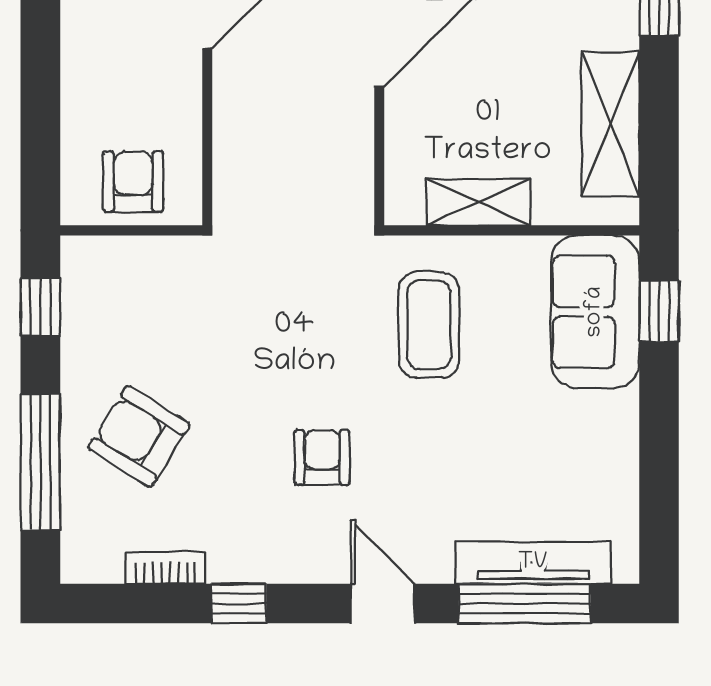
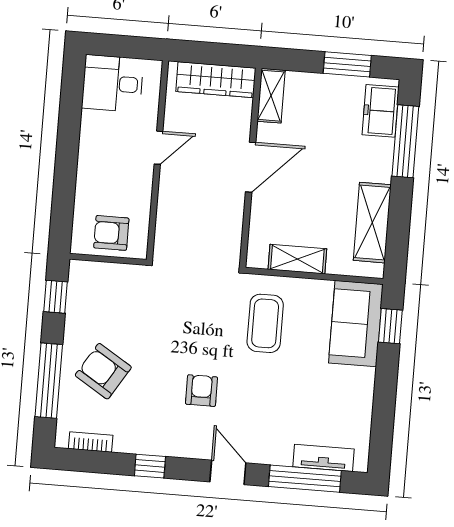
armchair: (133, 182) -> (111, 233), turned -90
tv unit: (533, 563) -> (323, 458), width x0.71
bookcase: (166, 568) -> (91, 442), moved

